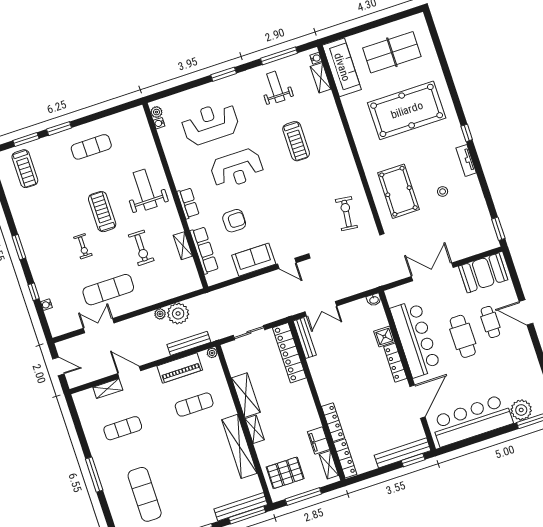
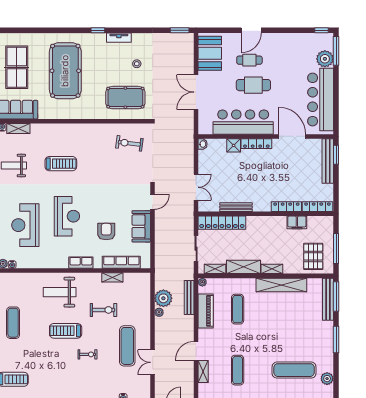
bench: (305, 338) -> (236, 207), moved
shelving: (329, 465) -> (215, 269), moved

